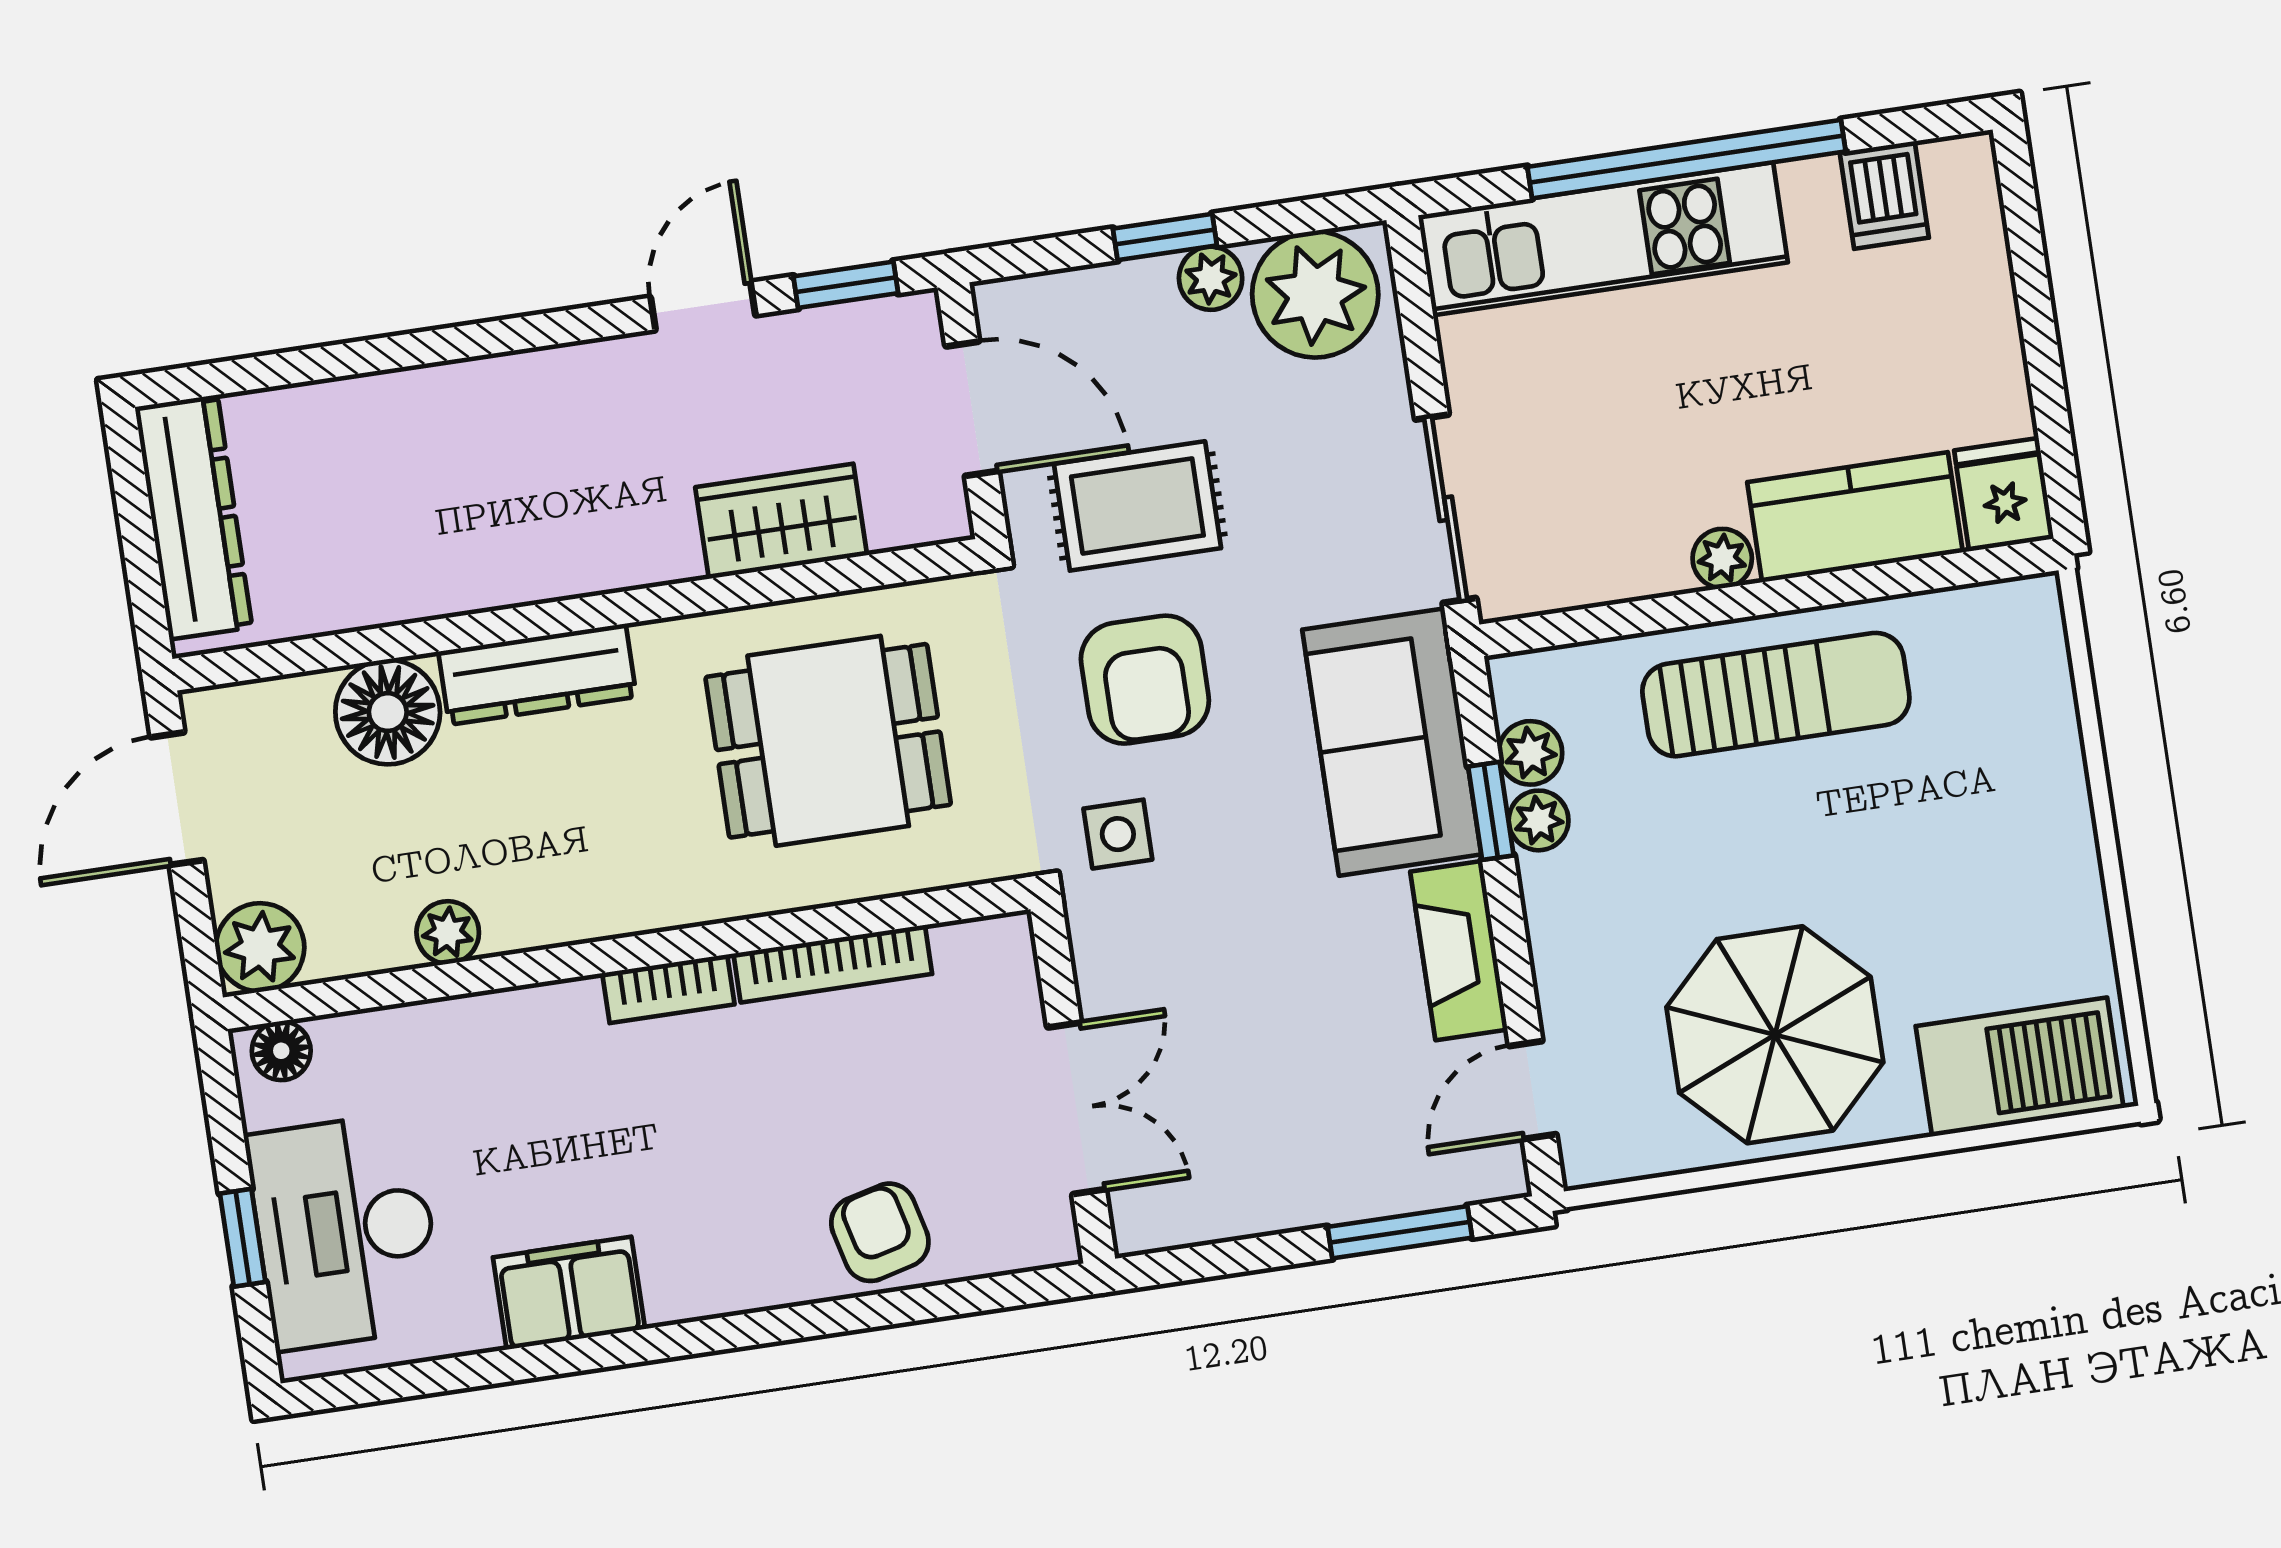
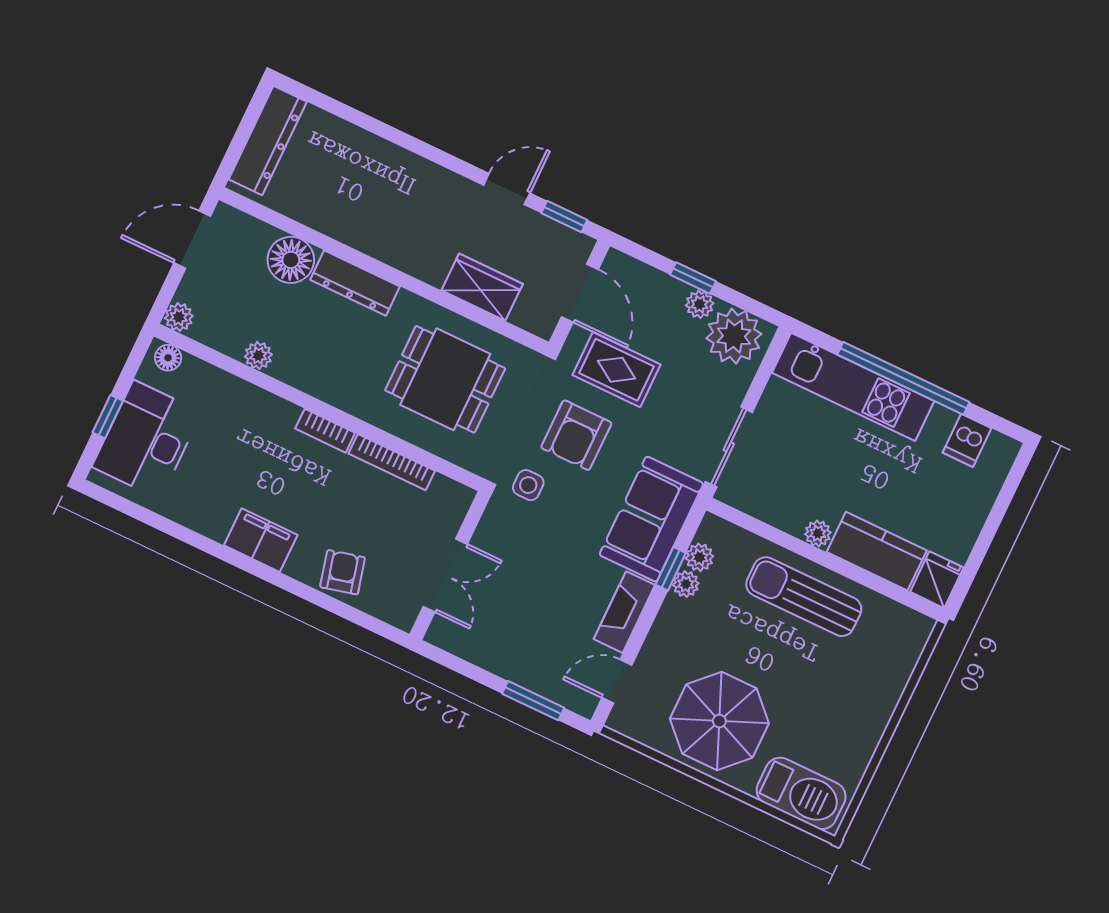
sun lounger: (1776, 695) -> (804, 597), turned 180
plant: (260, 947) -> (179, 317), width x0.73, depth x0.73
filing cabinet: (569, 1293) -> (261, 540), moved

